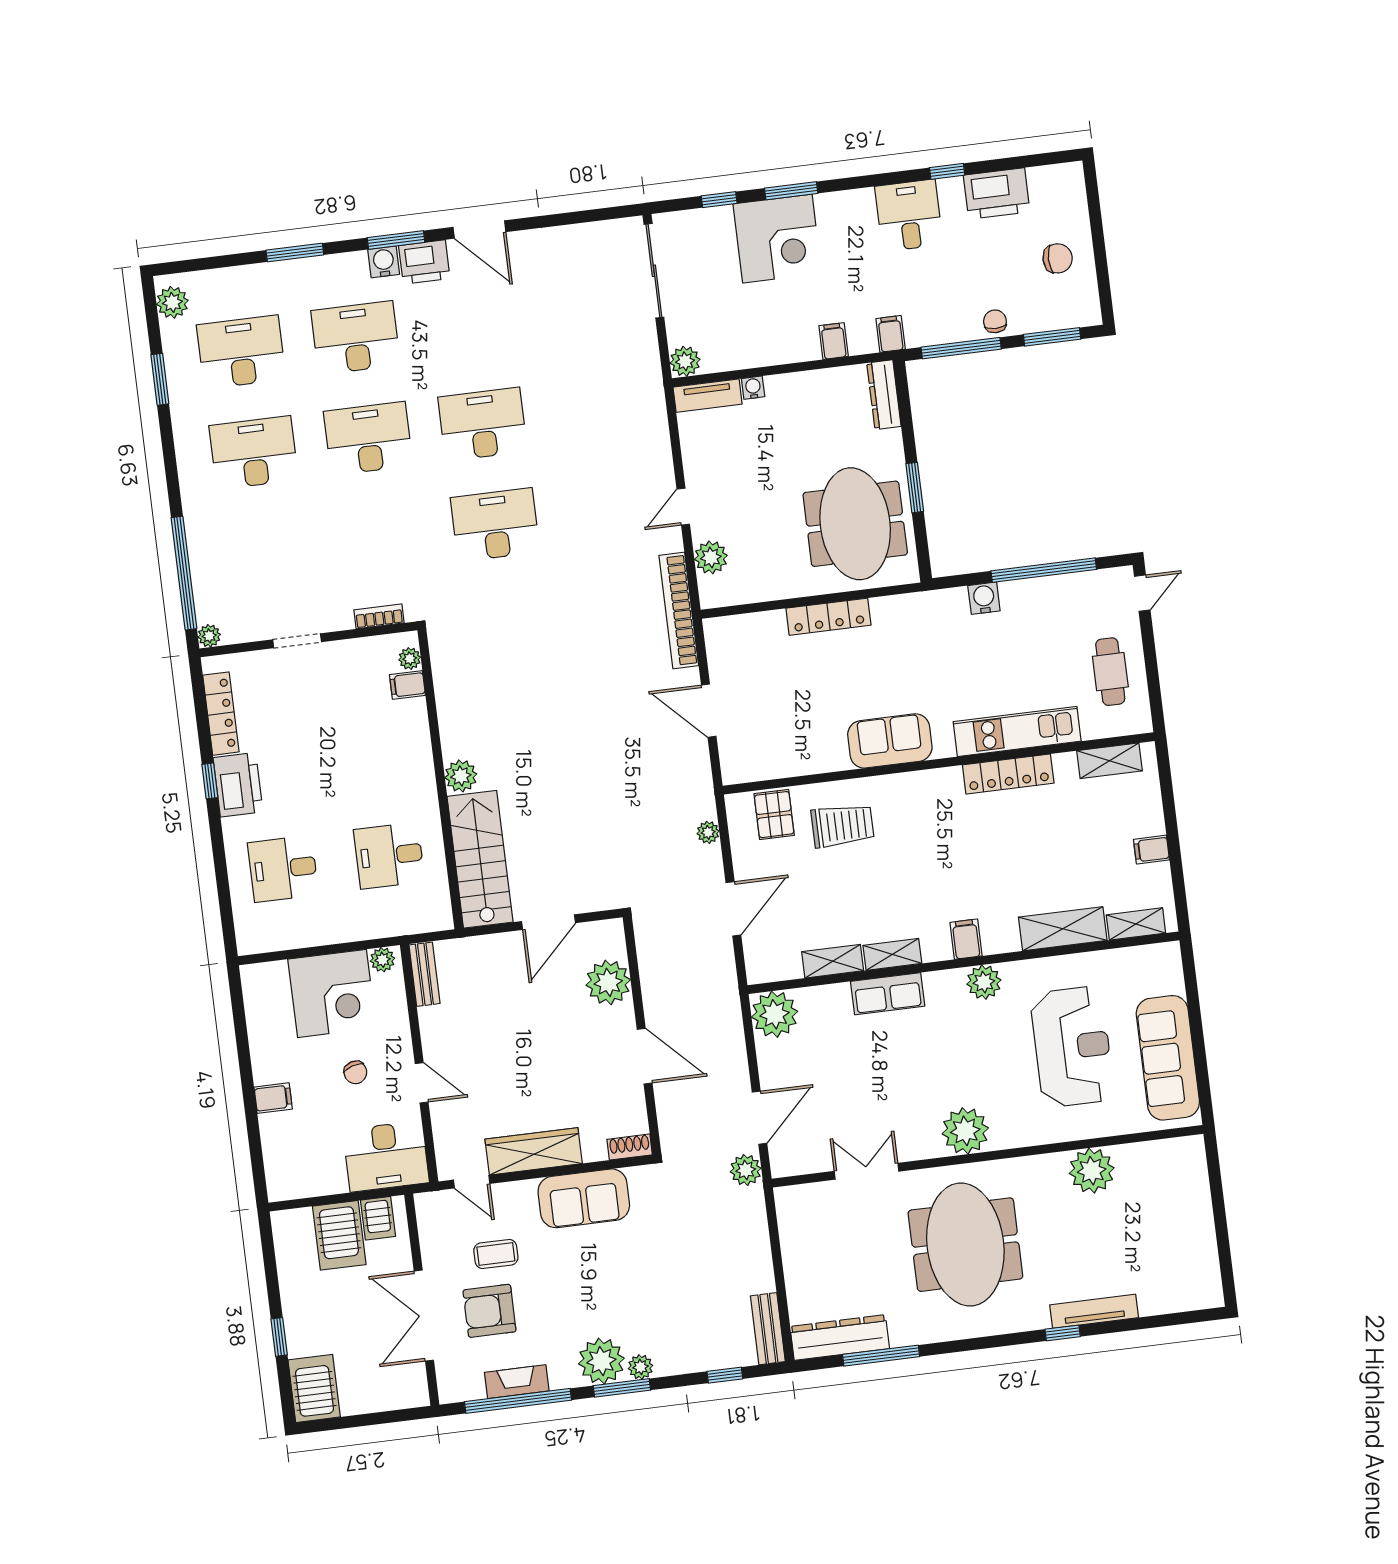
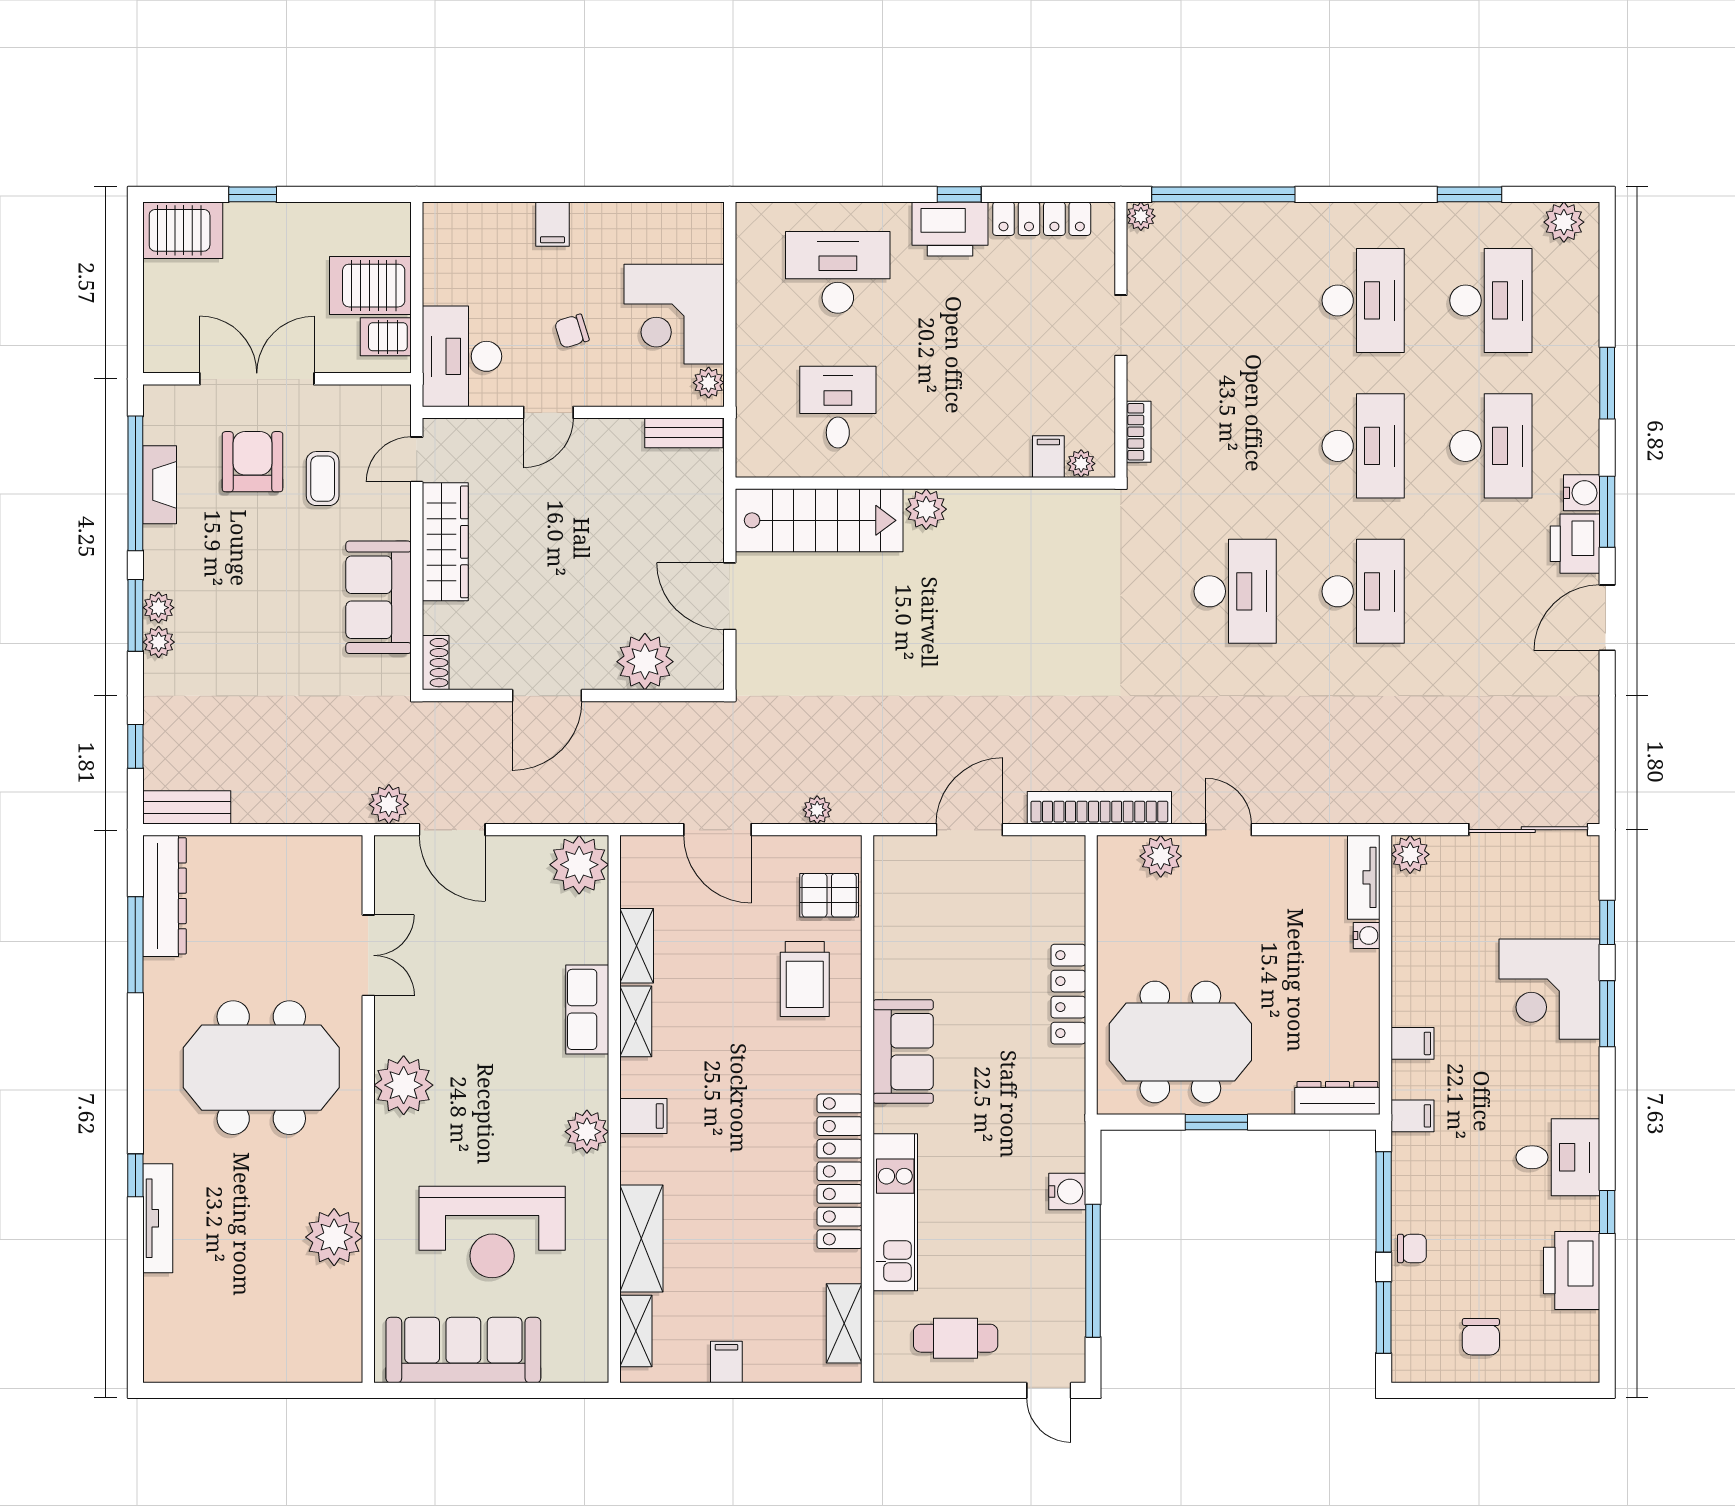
locker: (1008, 774) -> (840, 1171), width x1.41, depth x1.21
desk: (283, 869) -> (838, 272), width x1.37
plant: (601, 1361) -> (159, 608), width x0.53, depth x0.53

